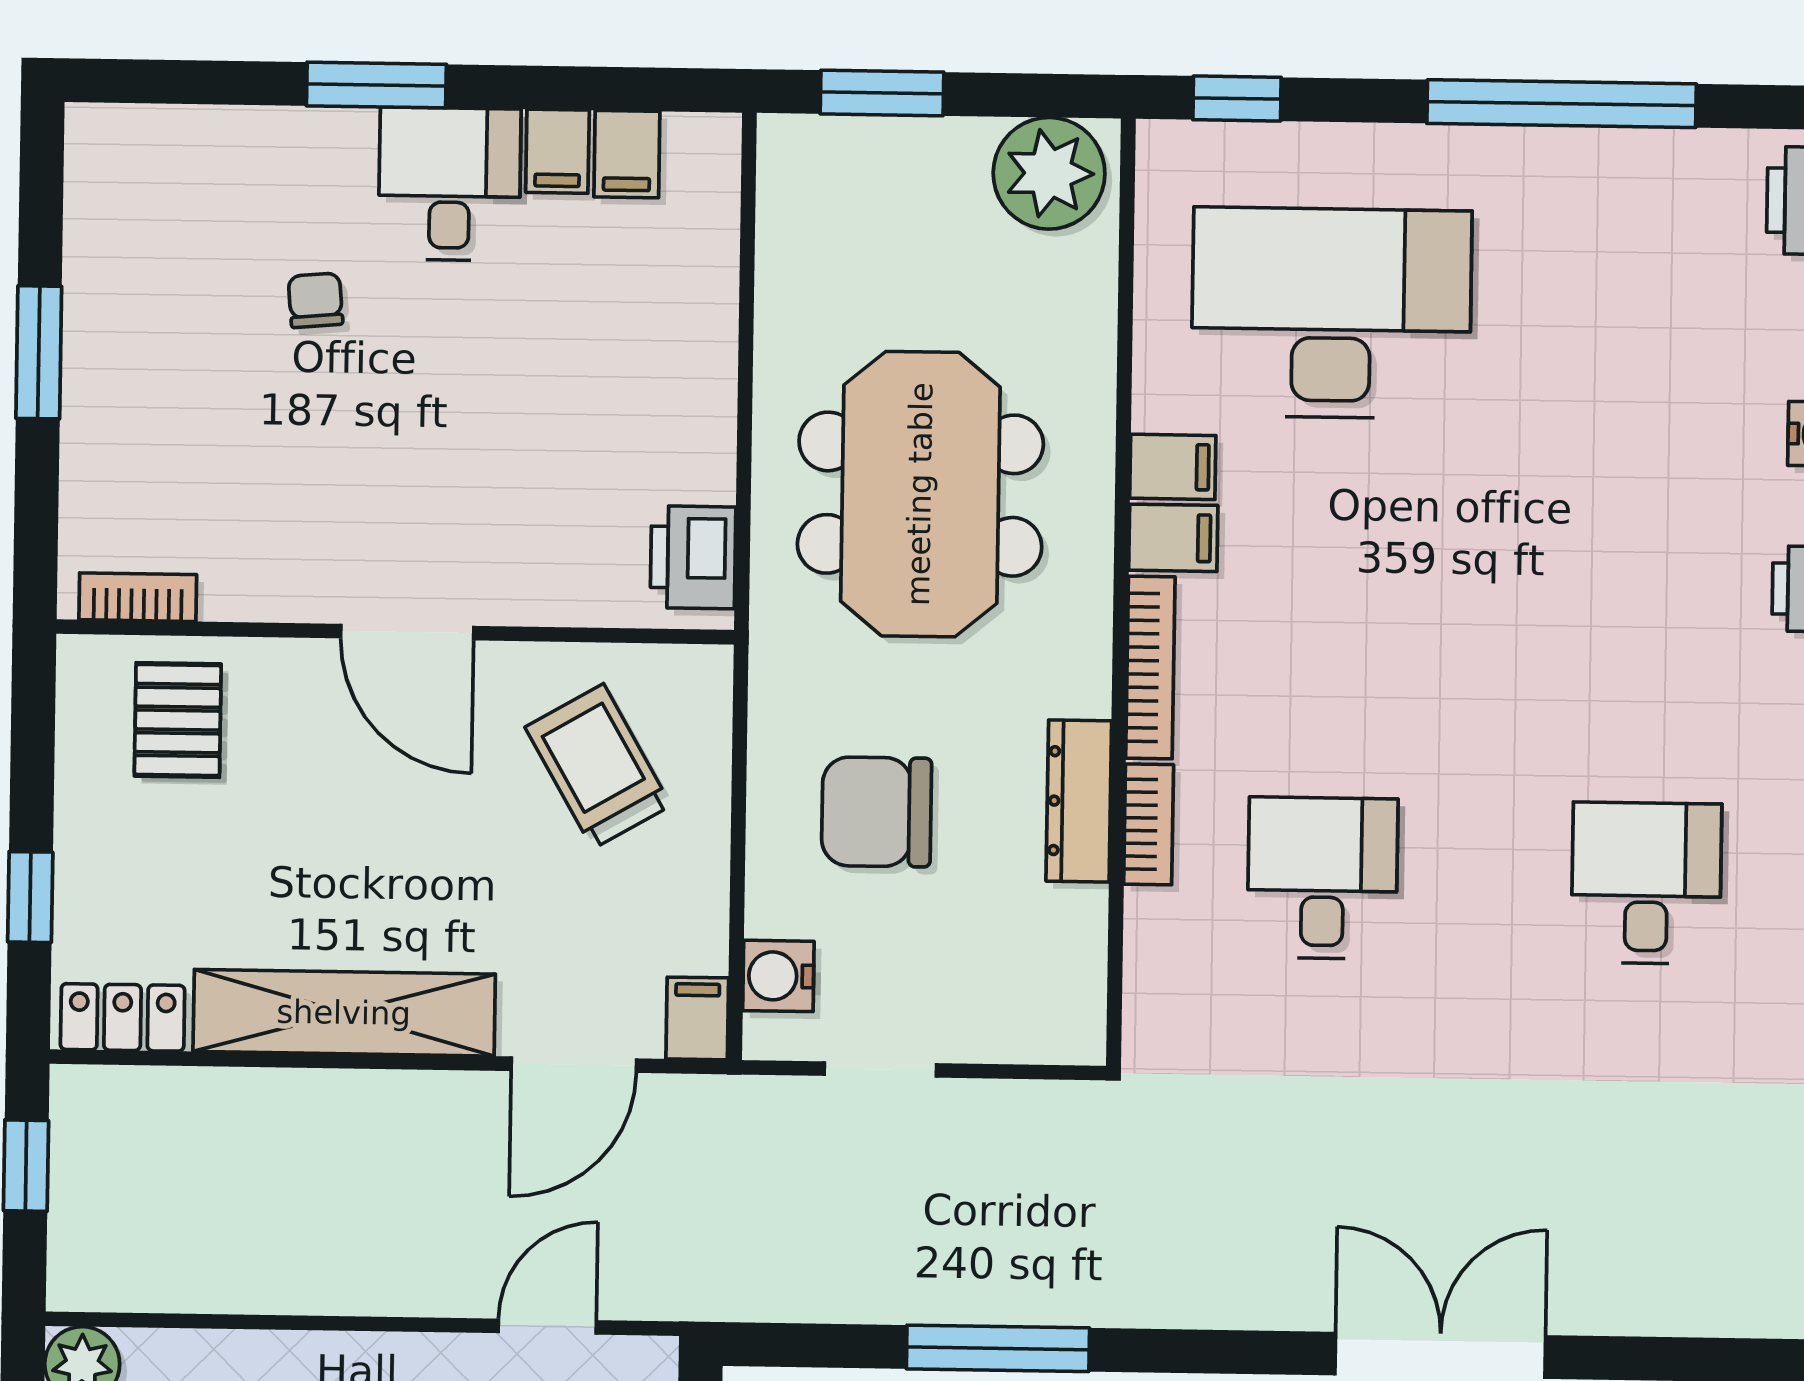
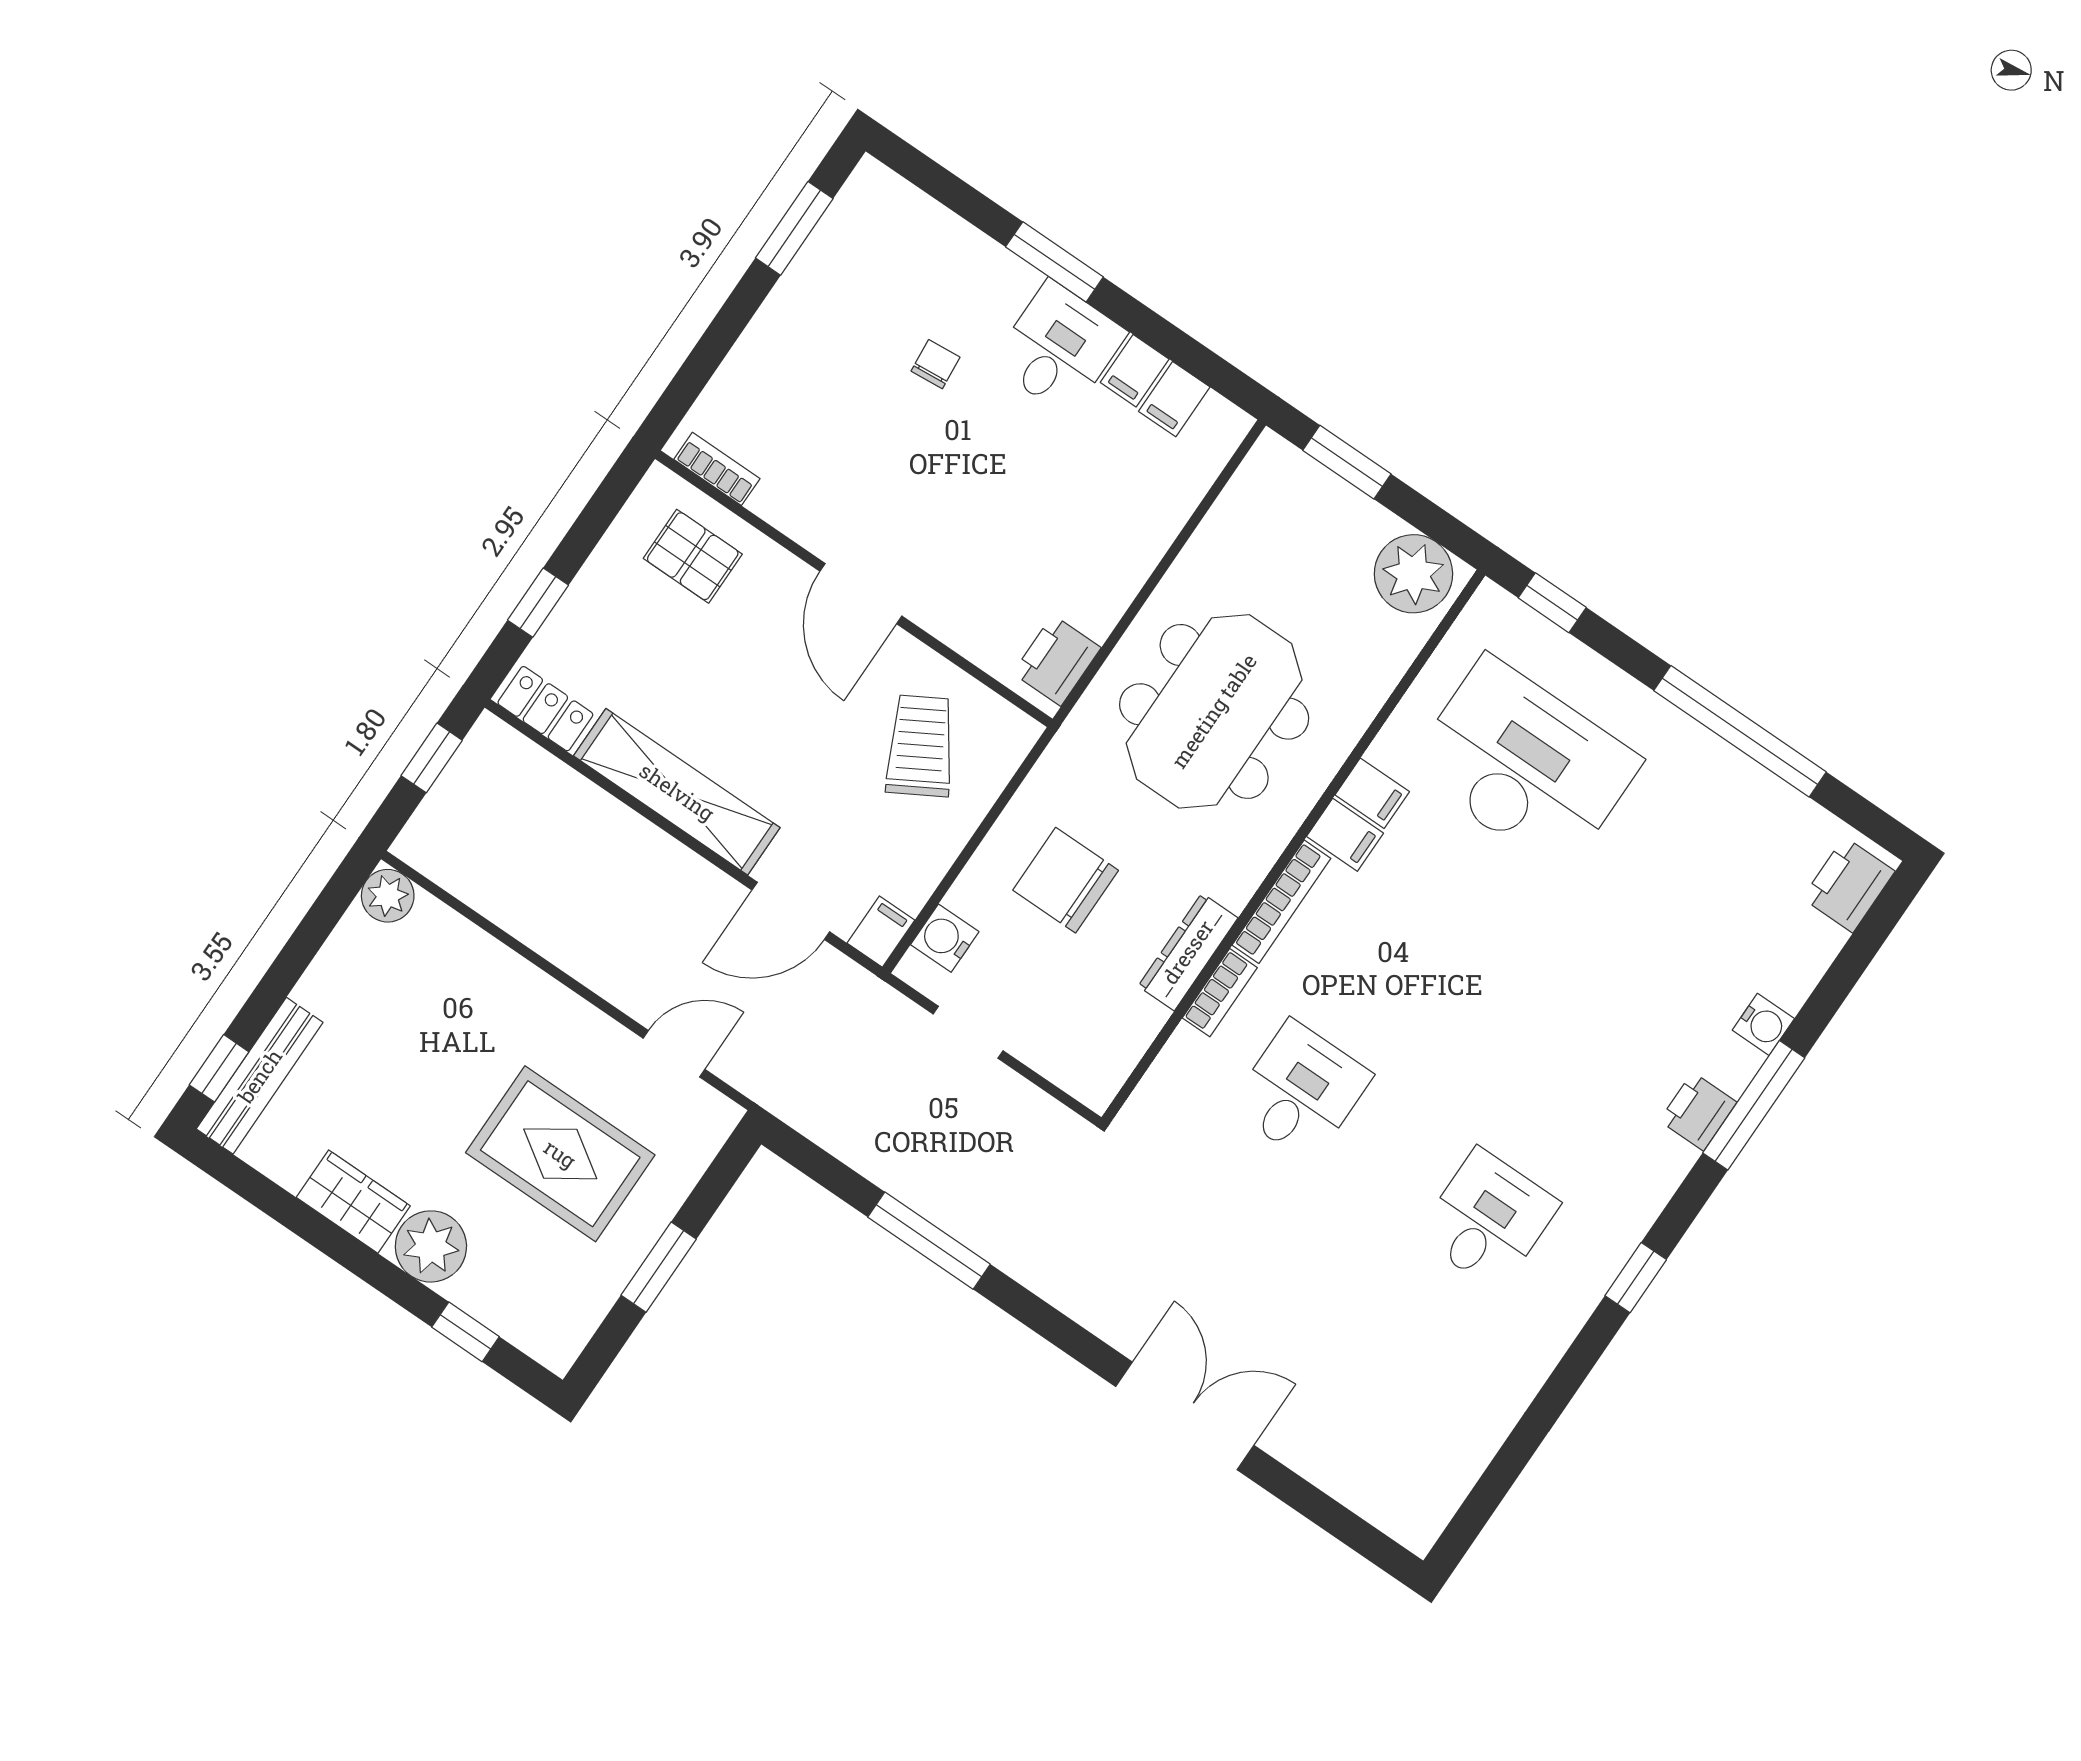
window: (39, 352) -> (794, 228), moved
pallet: (178, 720) -> (693, 556), turned 90

